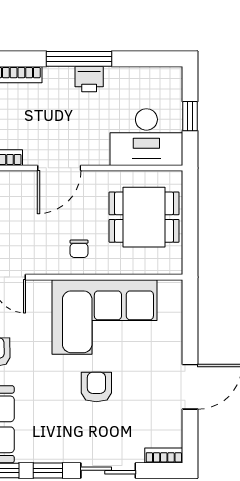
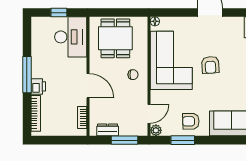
printer: (89, 79) -> (38, 86), moved
floor lamp: (174, 288) -> (155, 21), added
armchair: (96, 387) -> (210, 65), turned -94

